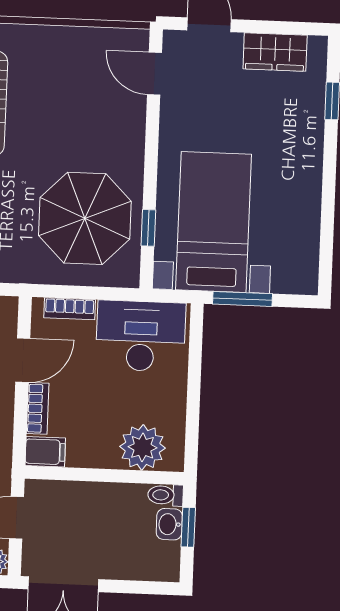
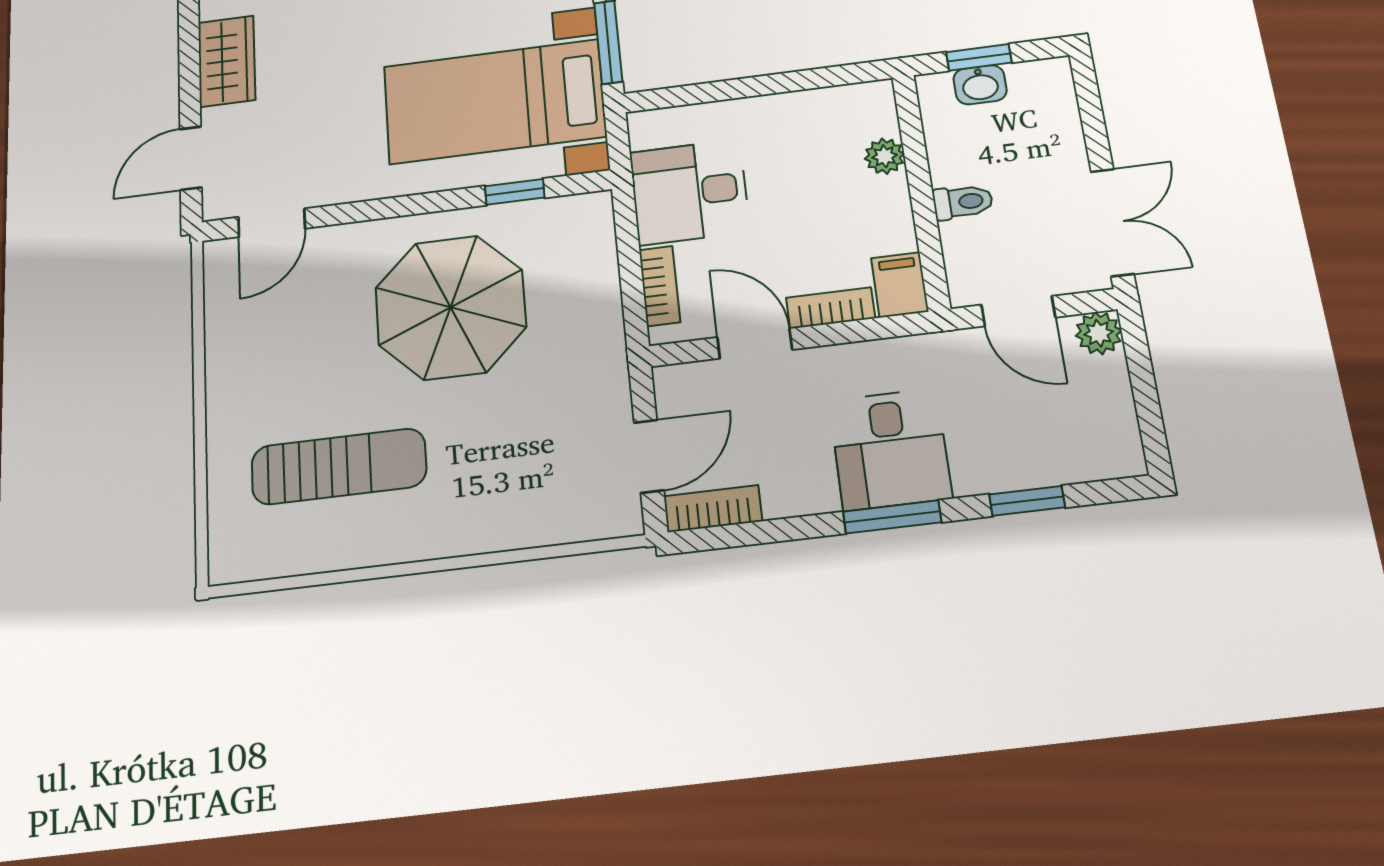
parasol: (85, 218) -> (451, 307), moved
desk: (141, 336) -> (690, 192), width x0.73
plant: (142, 447) -> (885, 156), width x0.53, depth x0.53
toilet: (166, 495) -> (963, 202), moved, turned -90

